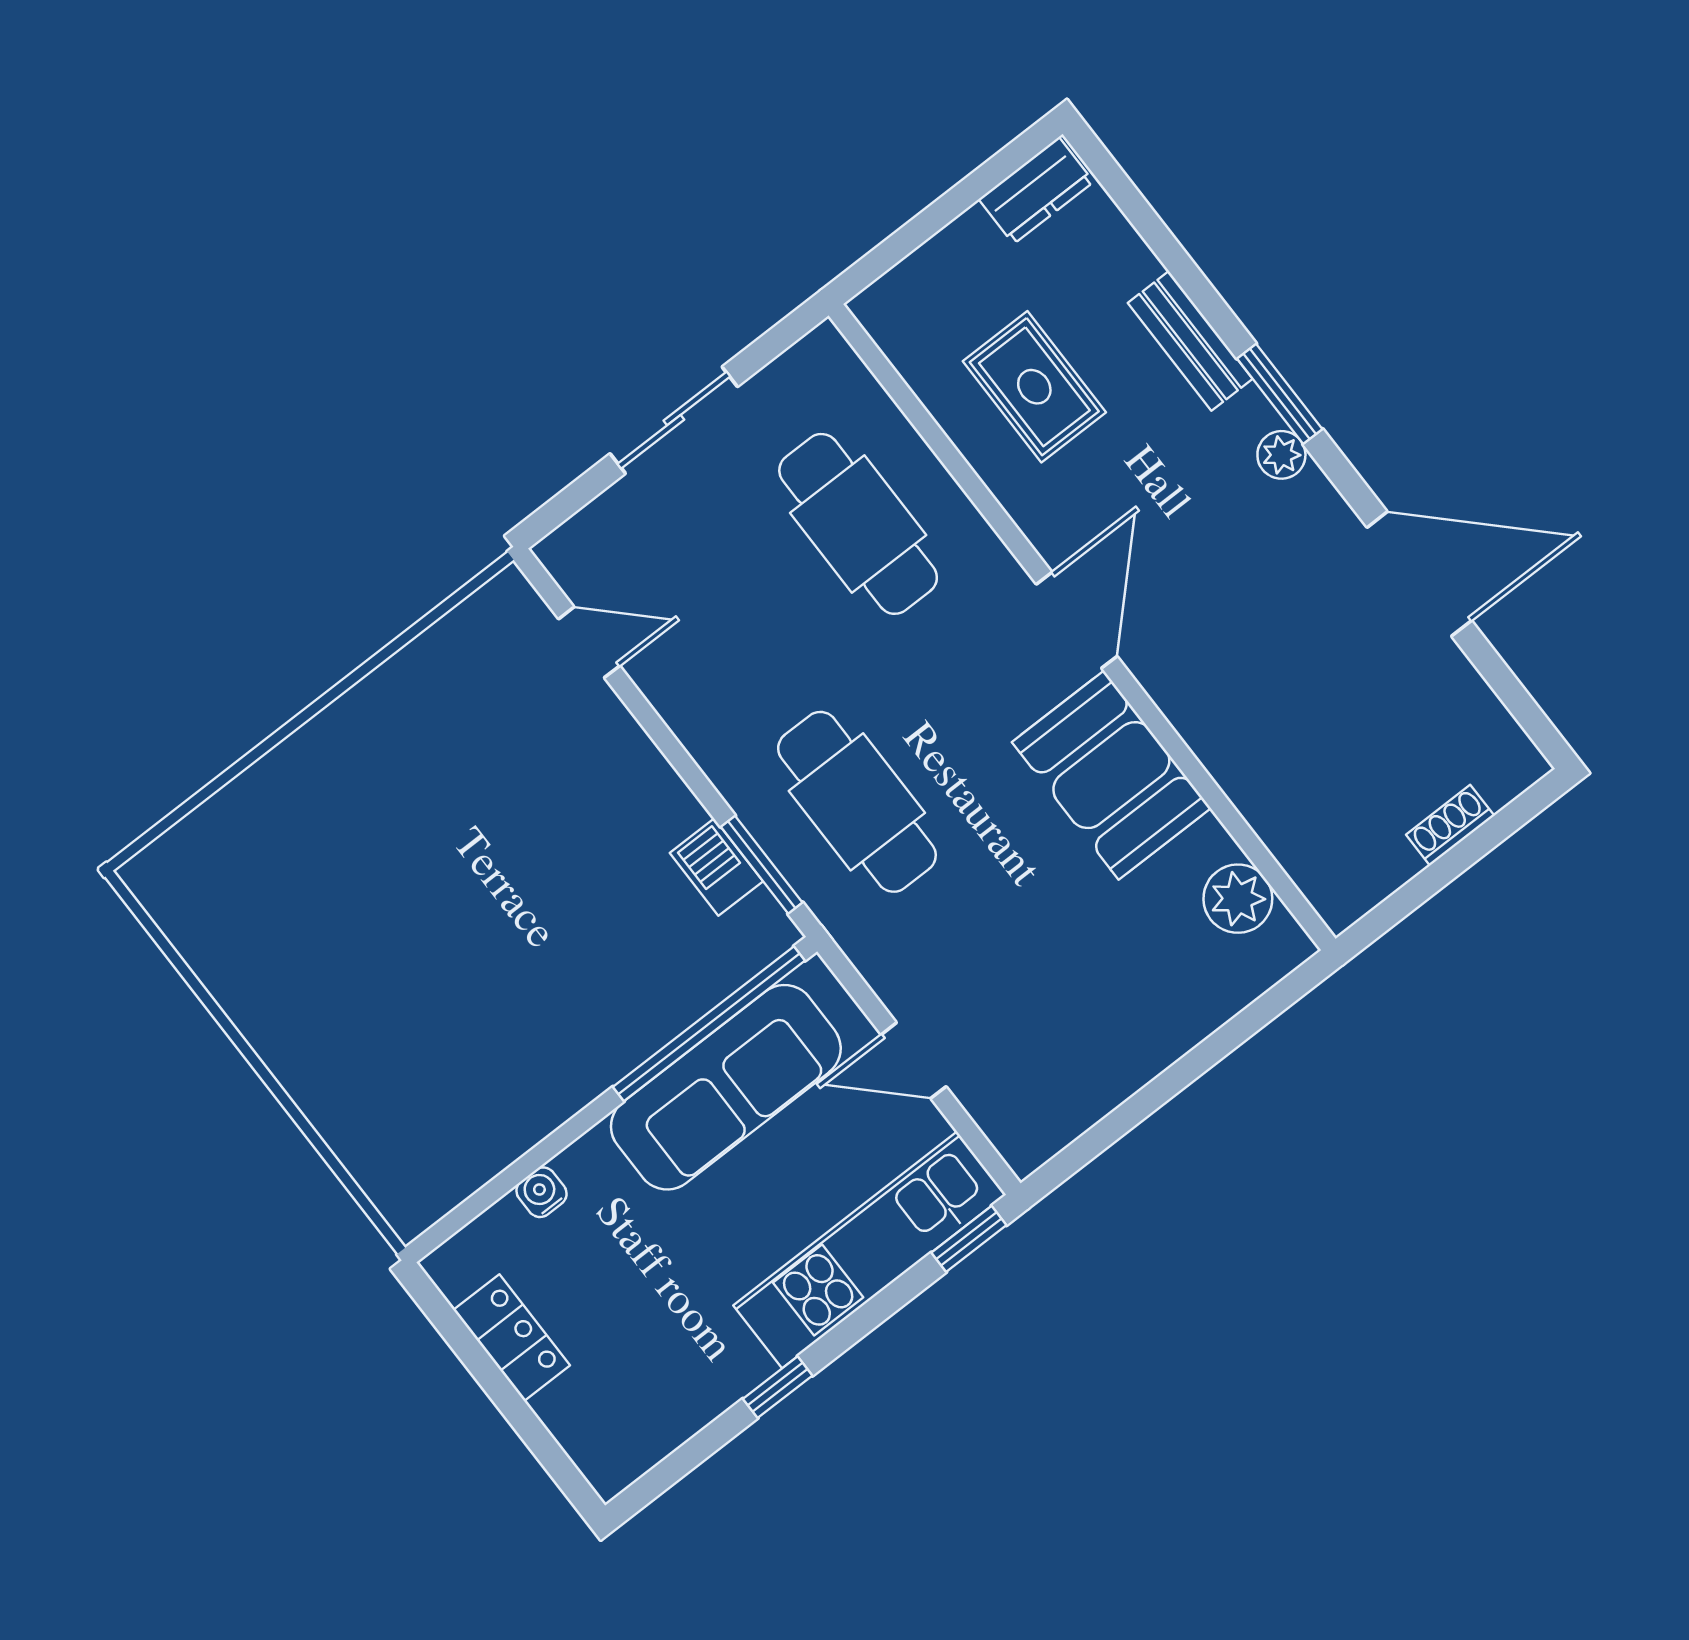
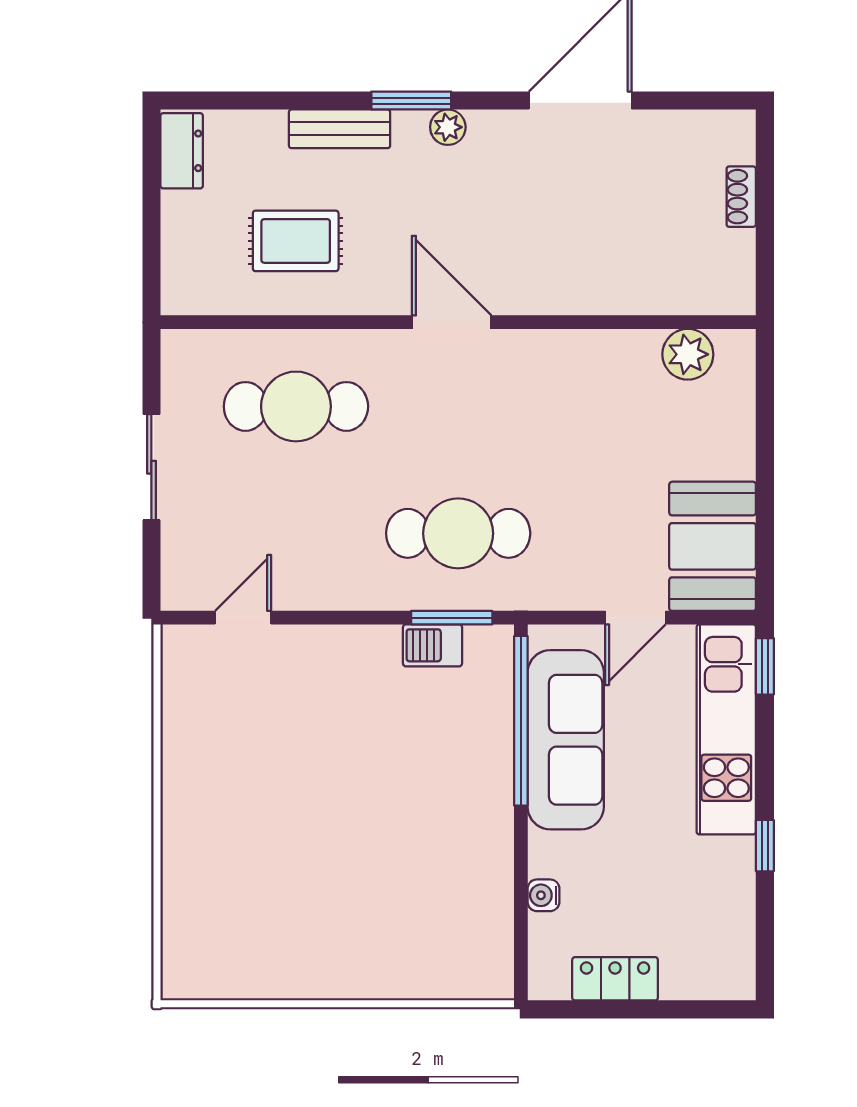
booth: (1111, 775) -> (713, 546), moved, turned 90

